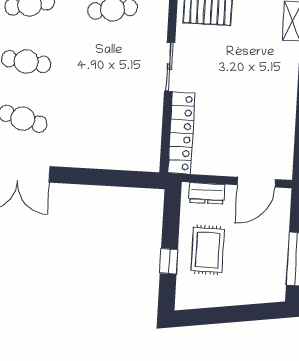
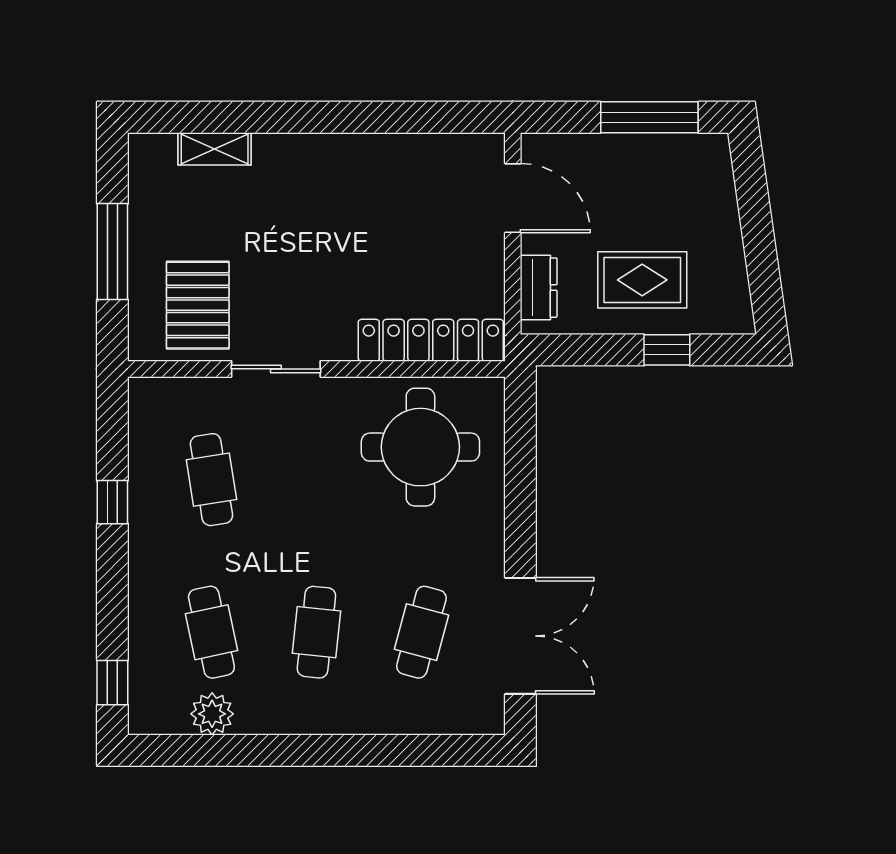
sliding door: (170, 67) -> (276, 369), moved
round table: (124, 124) -> (420, 447), added

